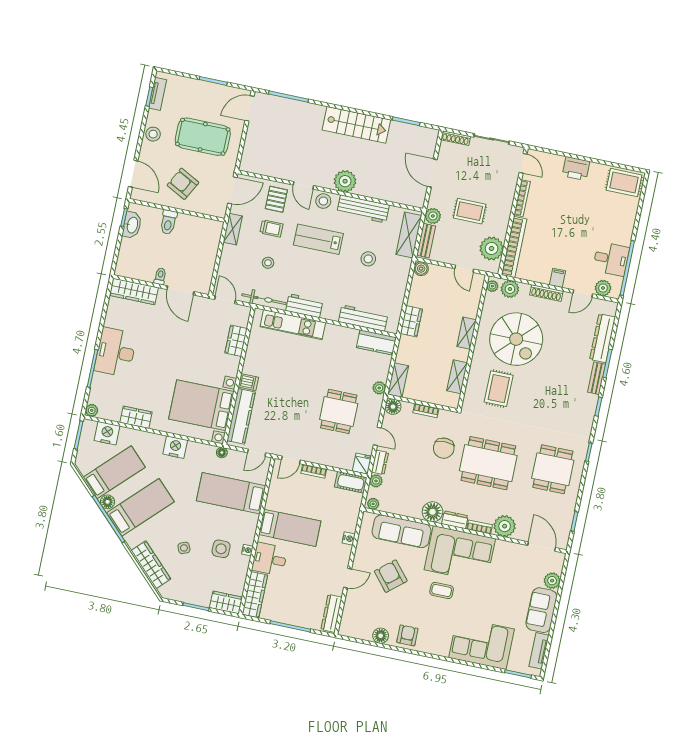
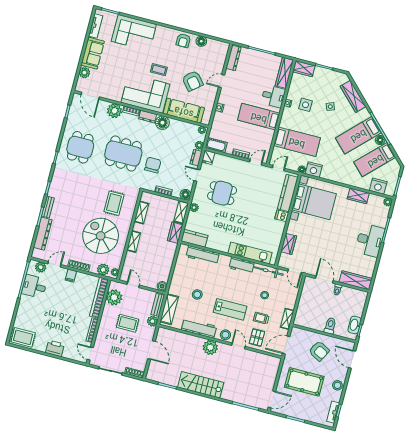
wardrobe: (411, 321) -> (175, 233), moved
dining table: (339, 411) -> (222, 193), turned 90
nightstand: (175, 447) -> (314, 170), moved

